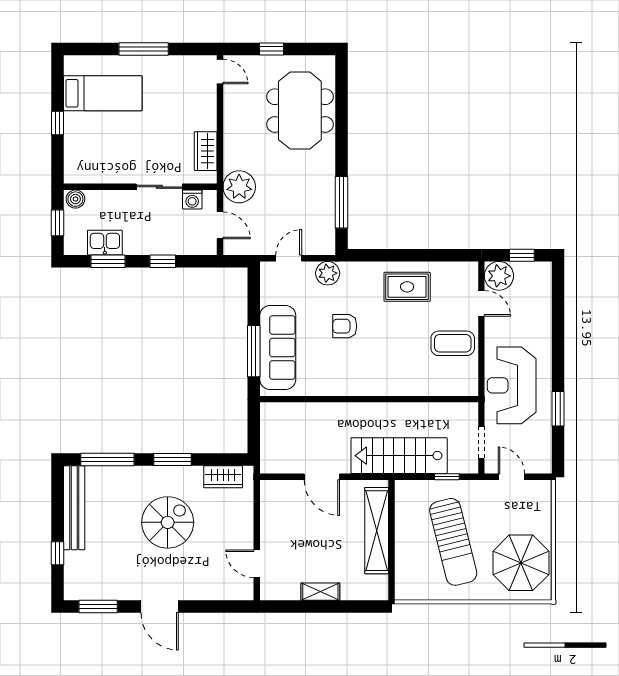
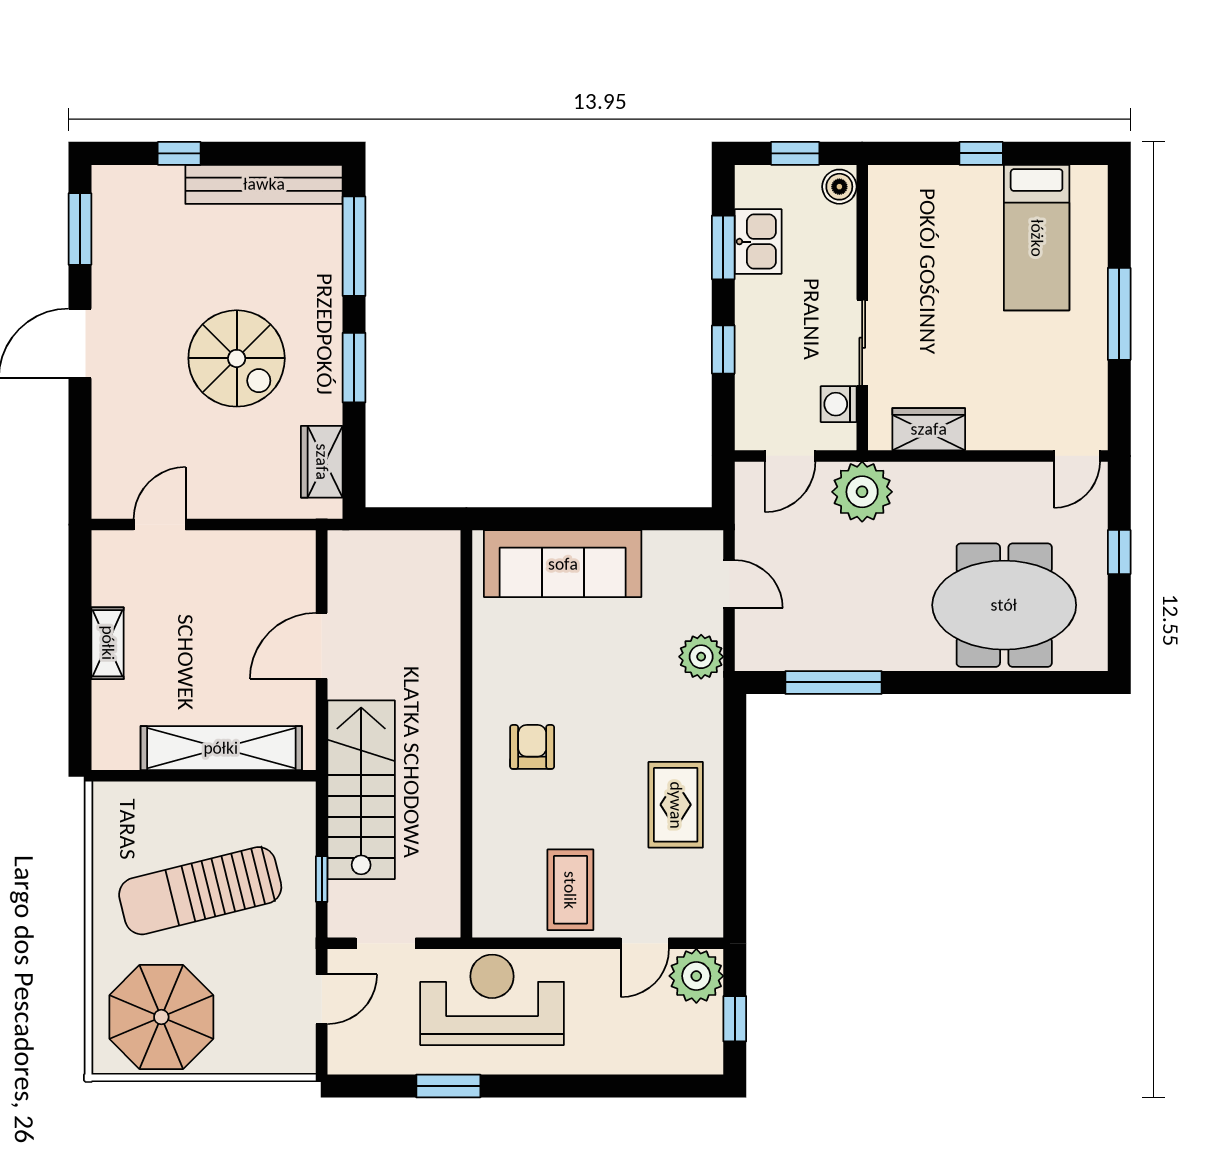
armchair: (345, 326) -> (532, 747), moved
window: (254, 351) -> (556, 519), removed

